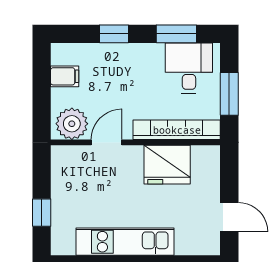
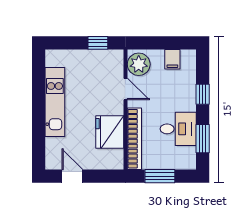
desk: (189, 68) -> (178, 129), moved
window: (42, 213) -> (98, 43), moved
door: (229, 217) -> (72, 176), swing flipped

